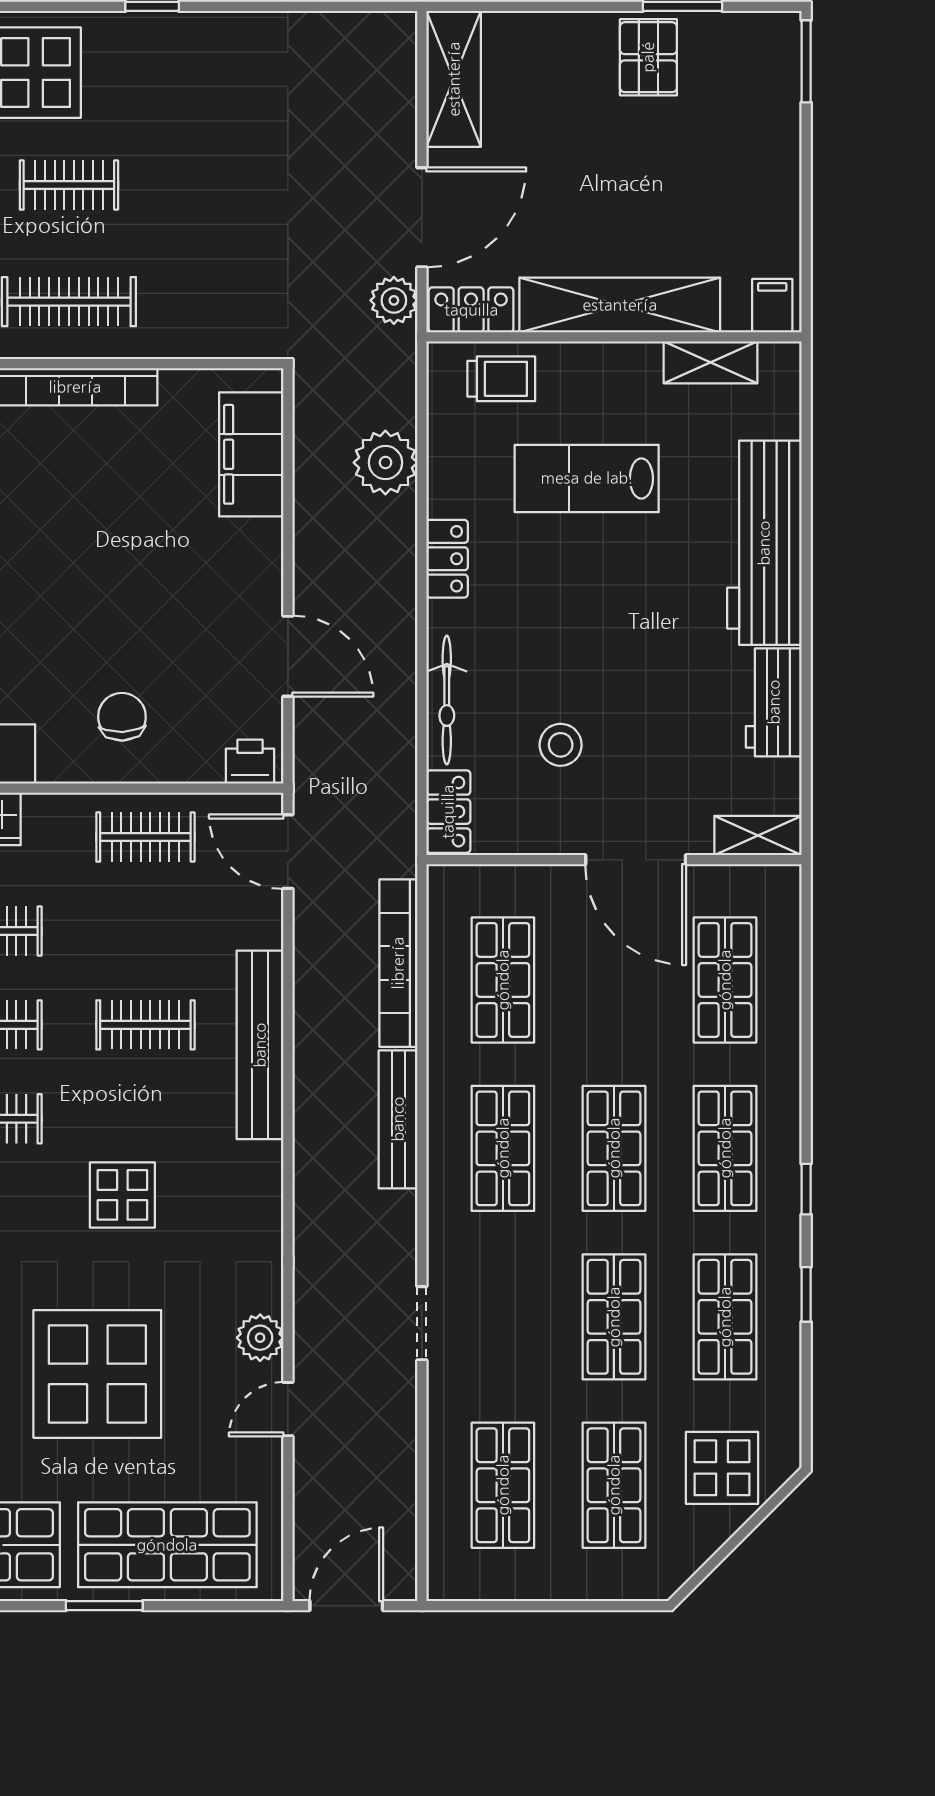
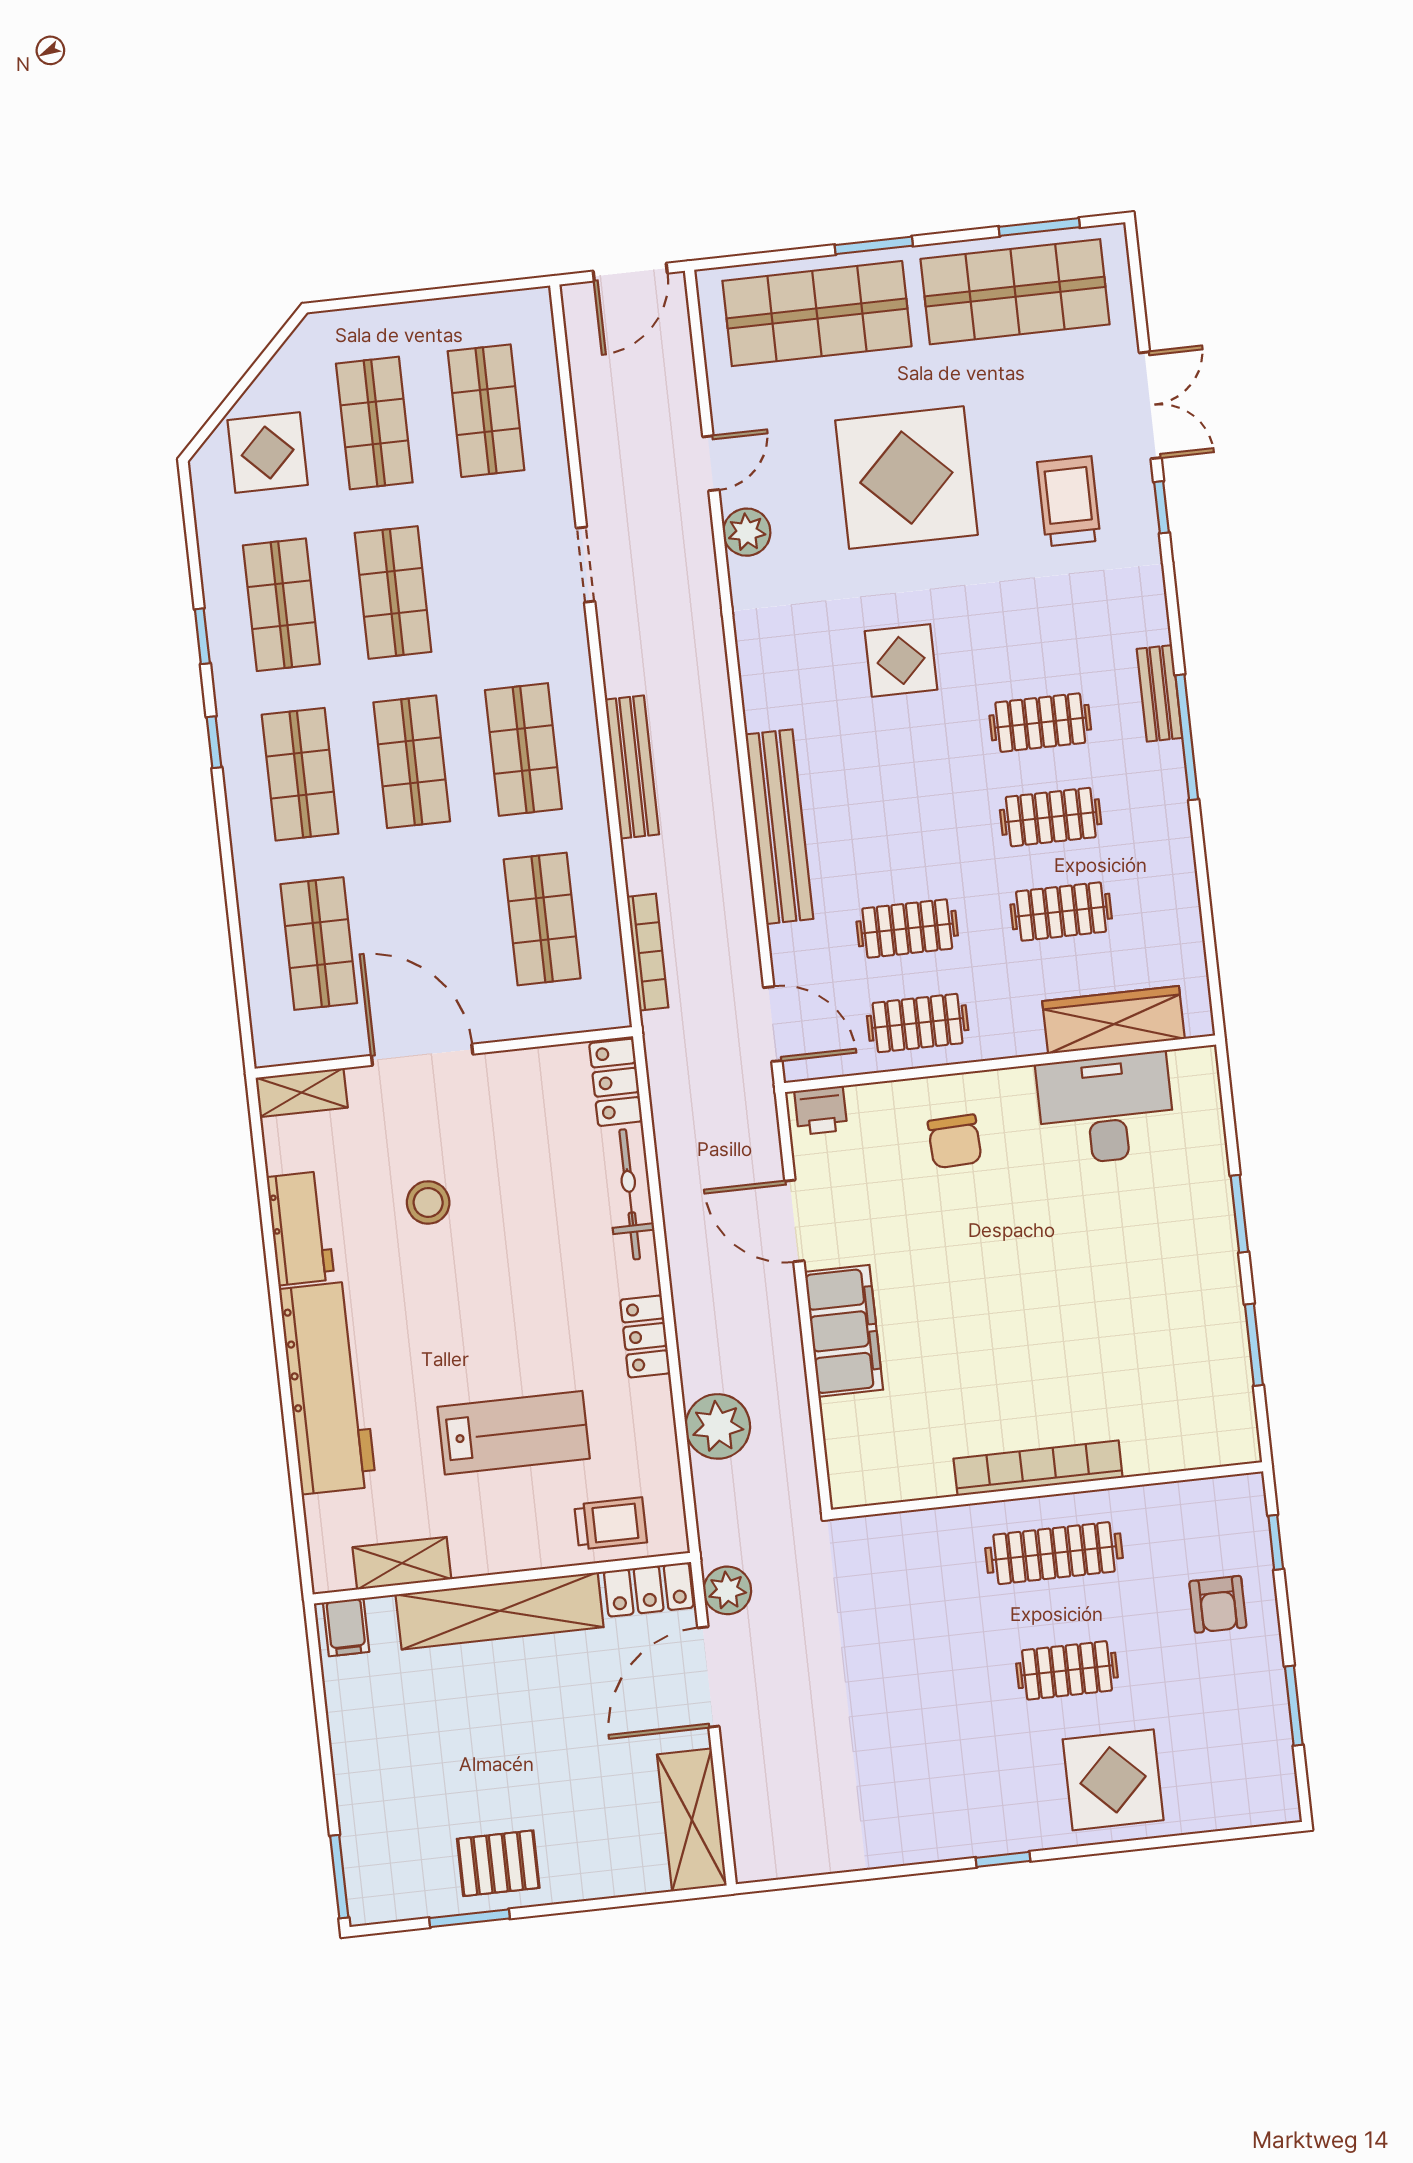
pallet: (648, 57) -> (498, 1863), turned 90
trolley: (501, 379) -> (611, 1524), turned 180
filing cabinet: (251, 454) -> (844, 1331), moved
stool: (561, 745) -> (428, 1202), moved
bookcase: (398, 963) -> (648, 952), width x0.68, depth x0.76
clothes rail: (145, 1025) -> (907, 929), moved

